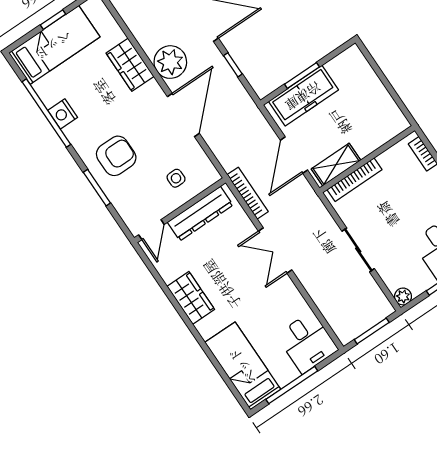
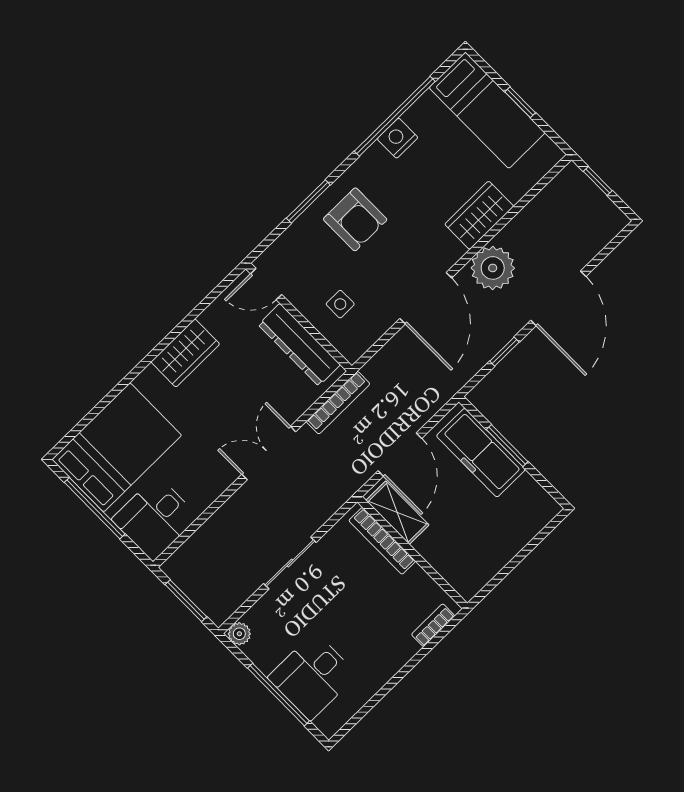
door: (183, 115) -> (426, 298), hinge flipped
door: (294, 155) -> (400, 455), swing flipped
bed: (243, 366) -> (117, 447), width x1.50

